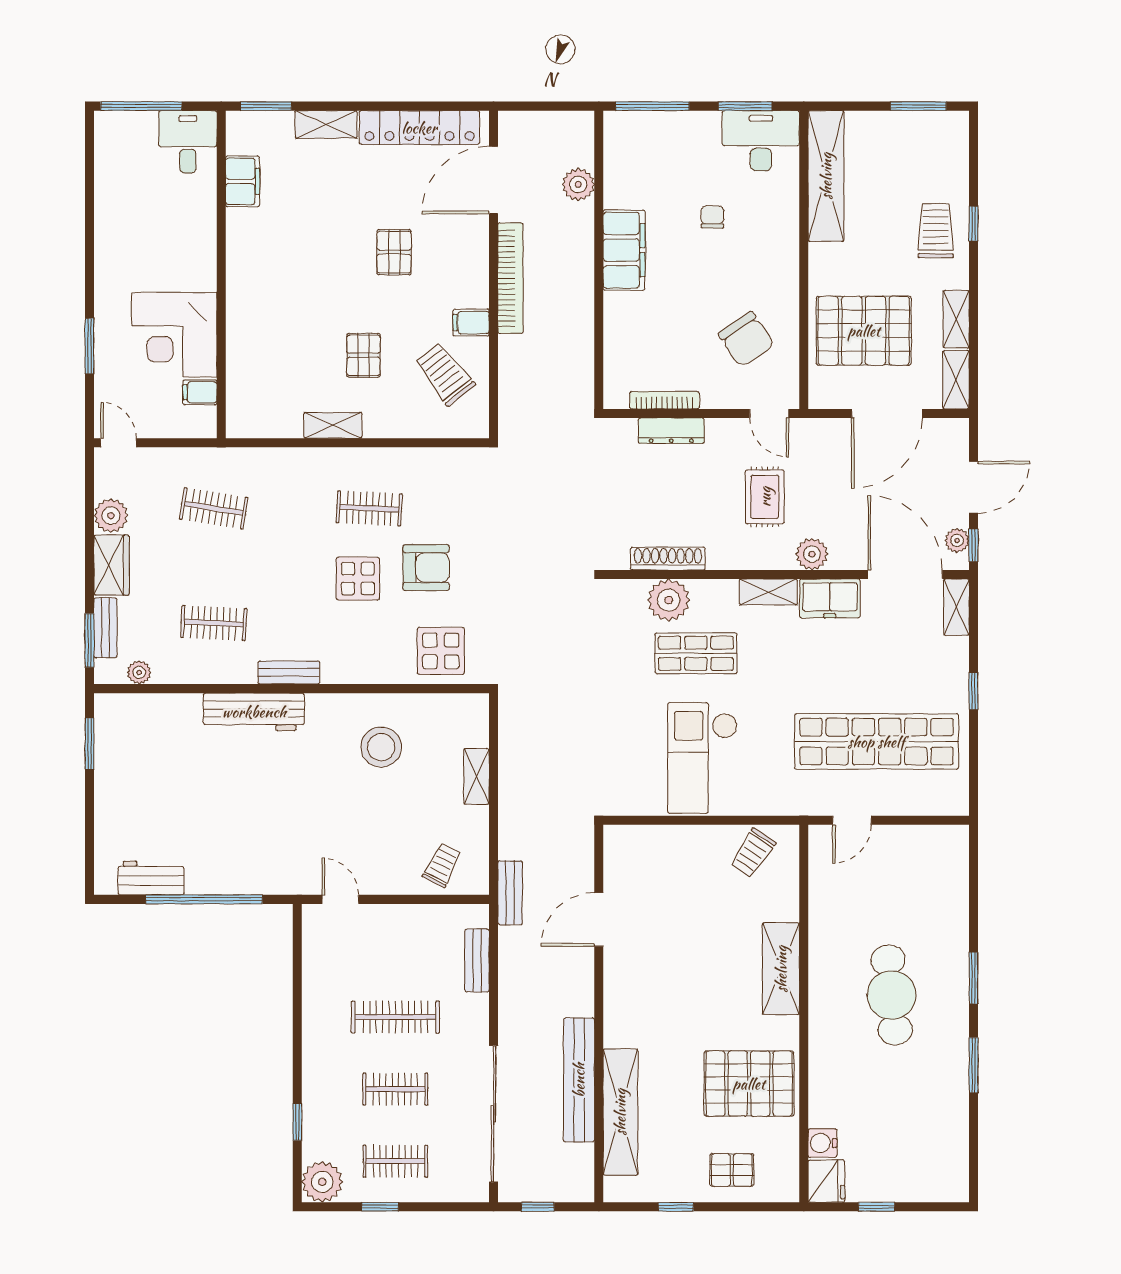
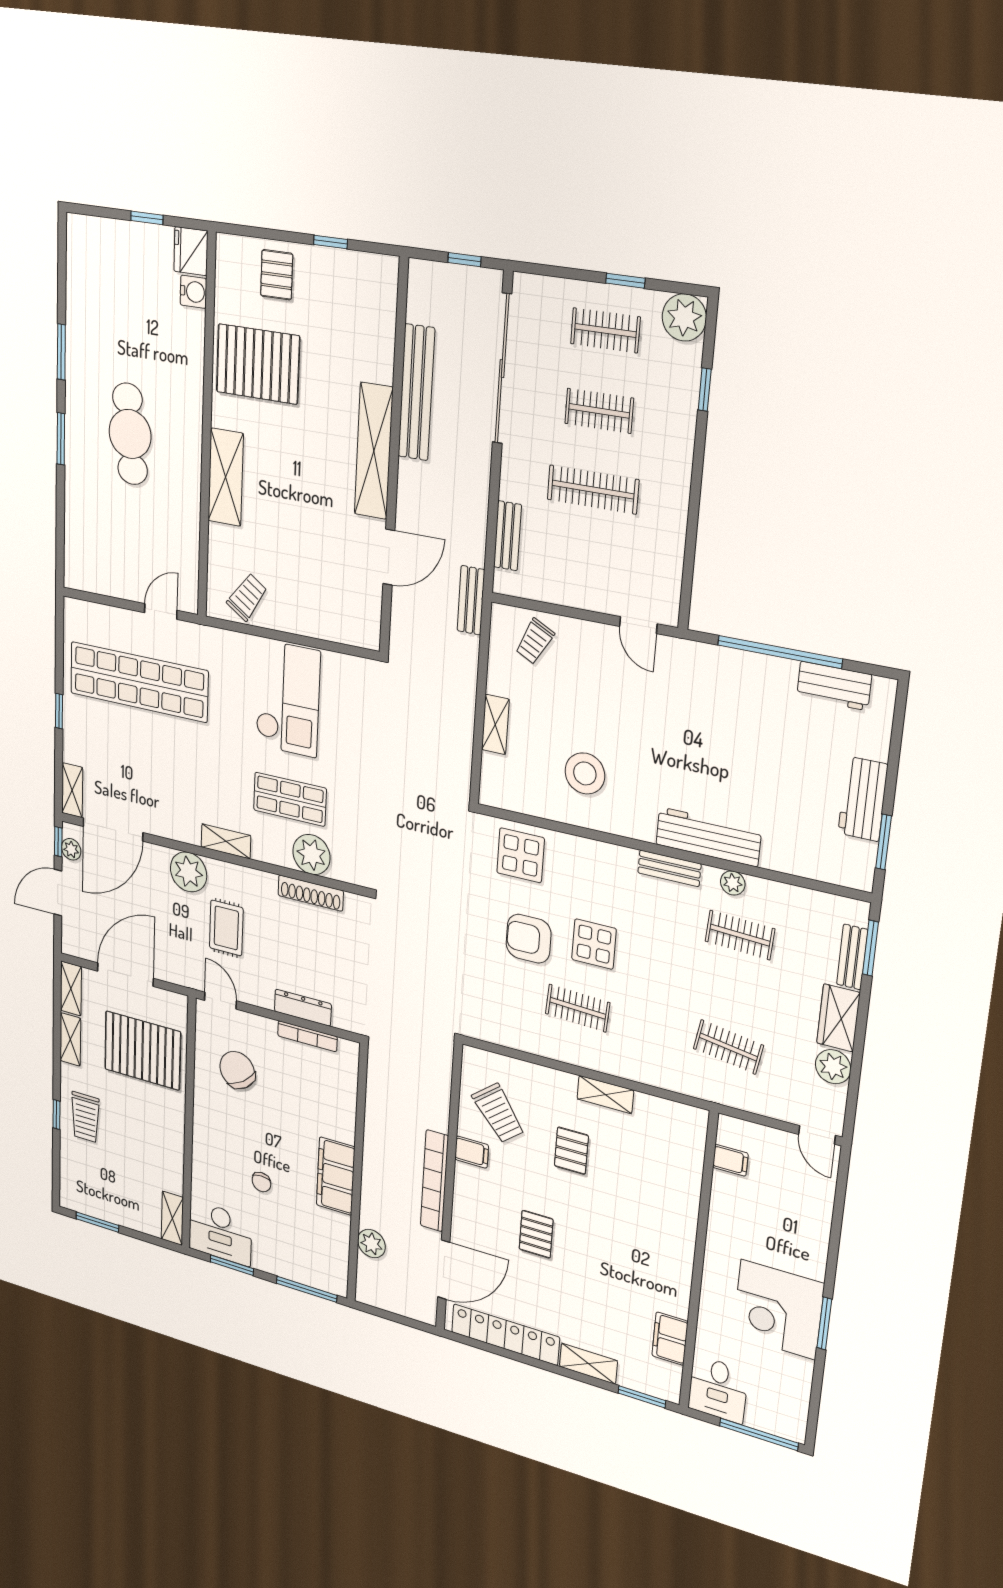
shelving: (826, 176) -> (172, 1218), width x0.45, depth x0.75
corner desk: (174, 335) -> (778, 1310), moved, turned 180
window: (90, 346) -> (824, 1323), moved
plant: (812, 554) -> (188, 872), width x1.36, depth x1.36
door: (905, 574) -> (113, 829), hinge flipped
freezer: (830, 598) -> (175, 823), removed
plant: (139, 672) -> (733, 883), moved
workbench: (113, 780) -> (863, 799), added
shelving: (620, 1112) -> (374, 451), moved
pallet: (732, 1170) -> (277, 275), turned 90

